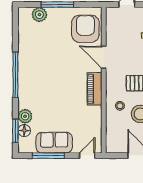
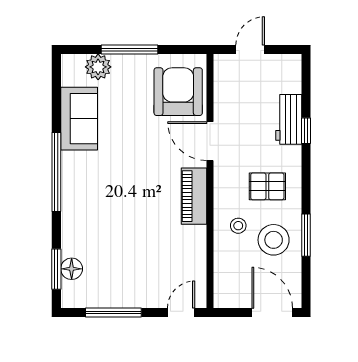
plant: (25, 116) -> (73, 244), removed
sofa: (54, 143) -> (79, 119), moved, turned 90

